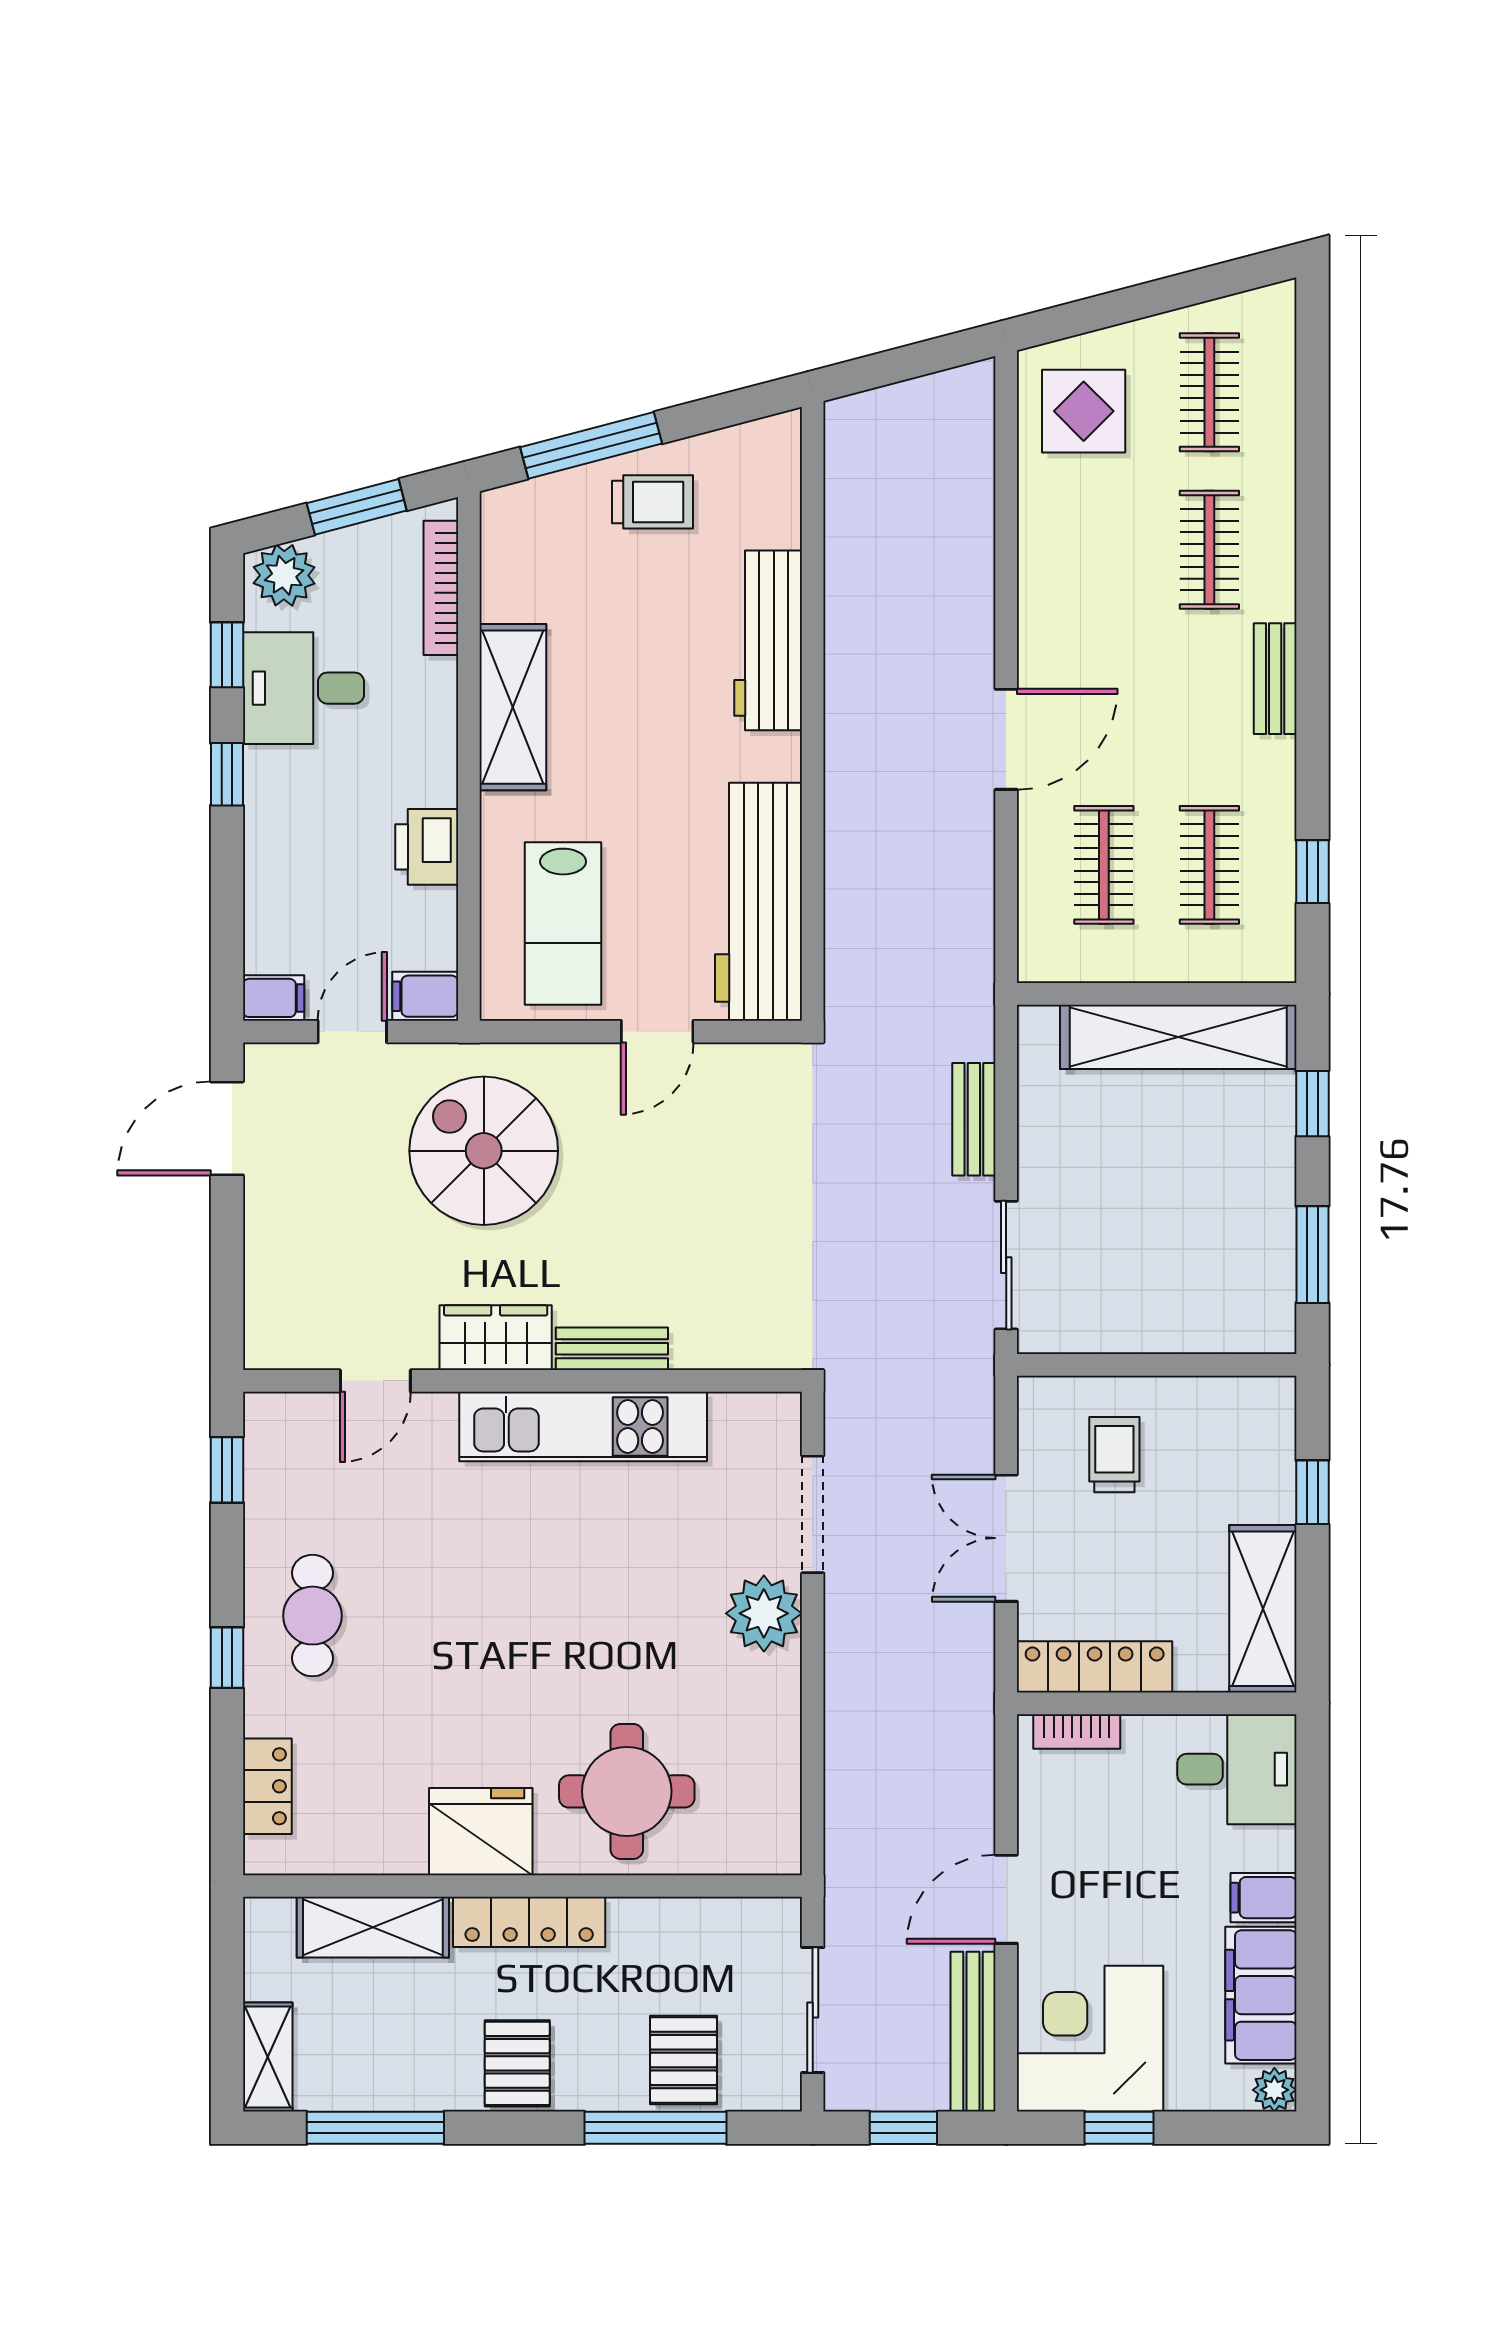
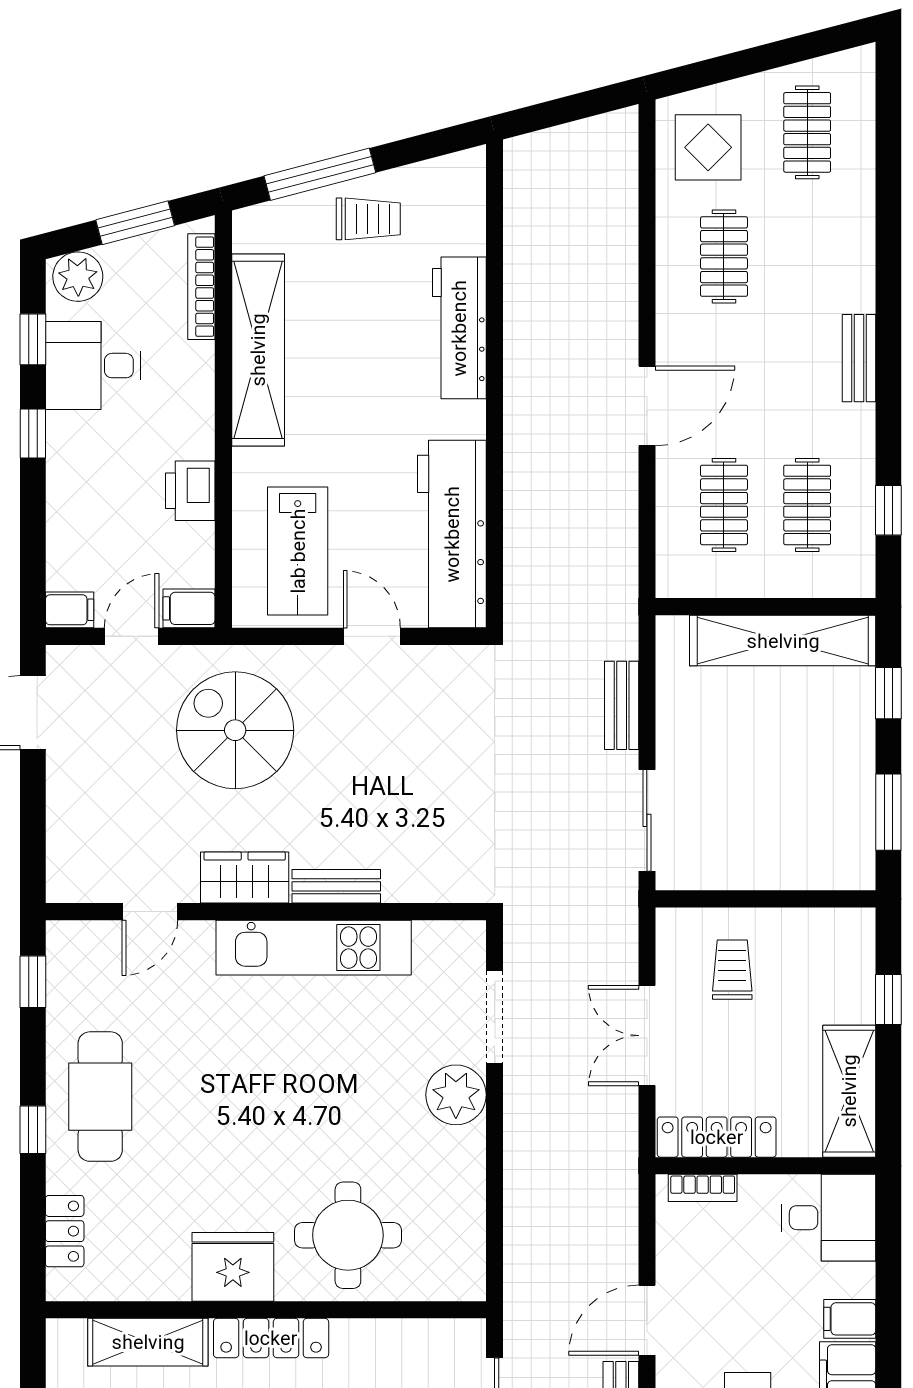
clothes rail: (1209, 550) -> (724, 257), moved
shelving: (513, 707) -> (258, 350), width x1.47
door: (657, 1032) -> (372, 636), swing flipped
cafe table: (312, 1616) -> (100, 1097), width x1.37, depth x1.35

